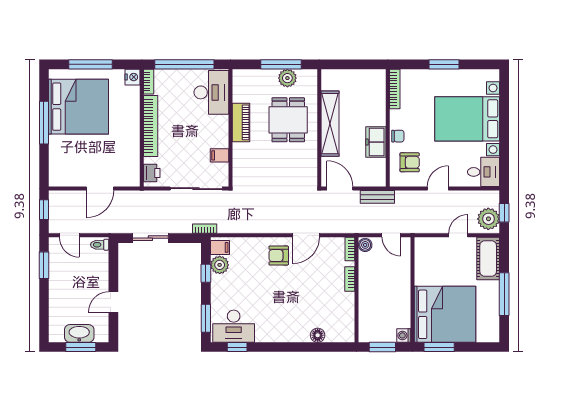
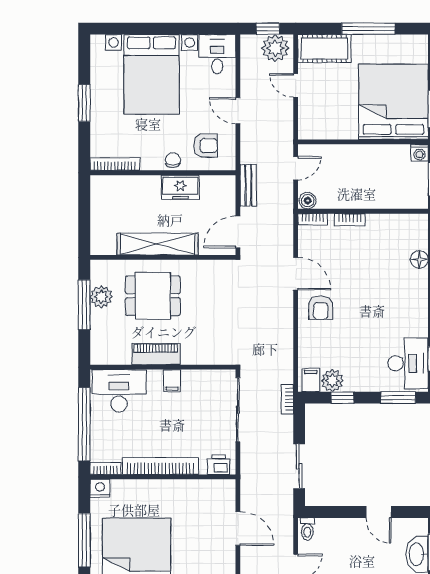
filing cabinet: (219, 155) -> (172, 381), moved
armchair: (410, 162) -> (205, 146), turned 90

